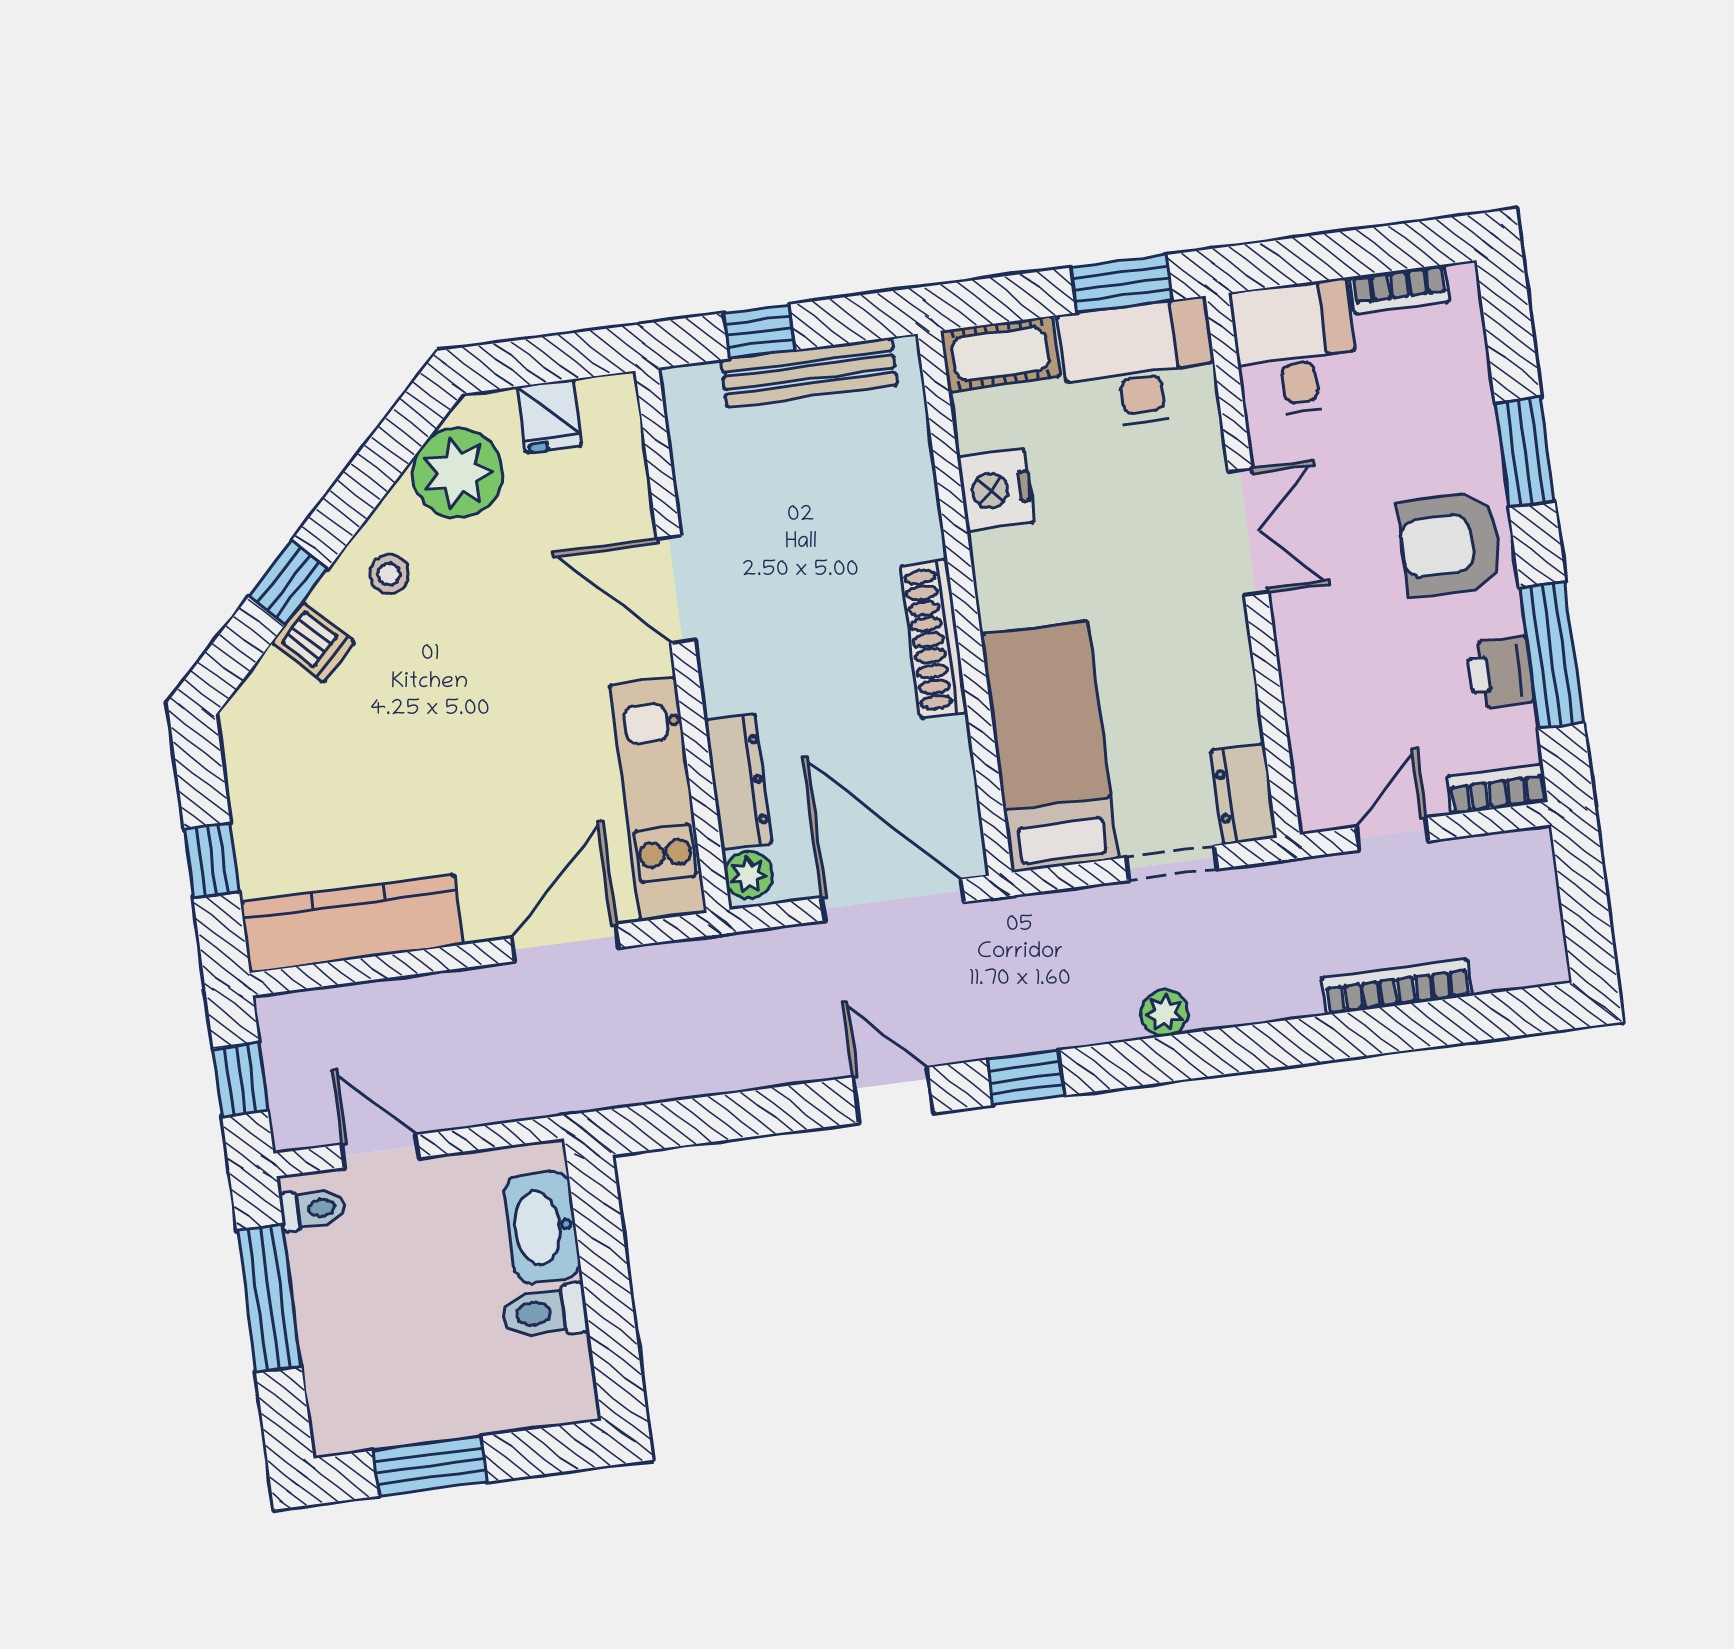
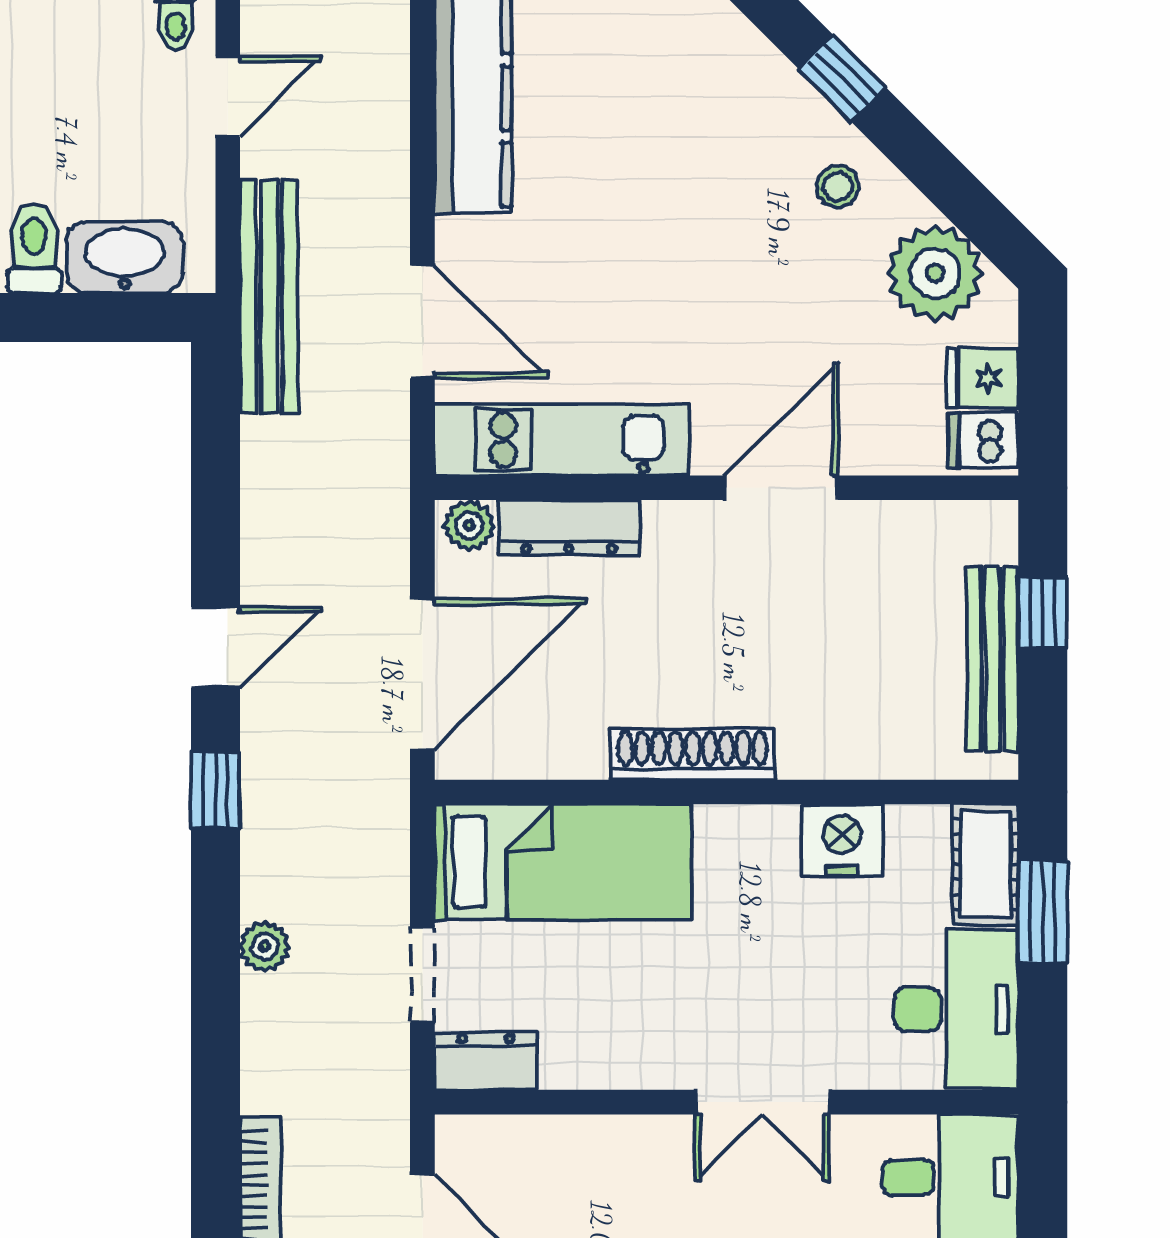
window: (1121, 284) -> (1043, 912), moved
dishwasher: (313, 642) -> (983, 441), moved, turned 45
bench: (561, 1088) -> (269, 297), added

